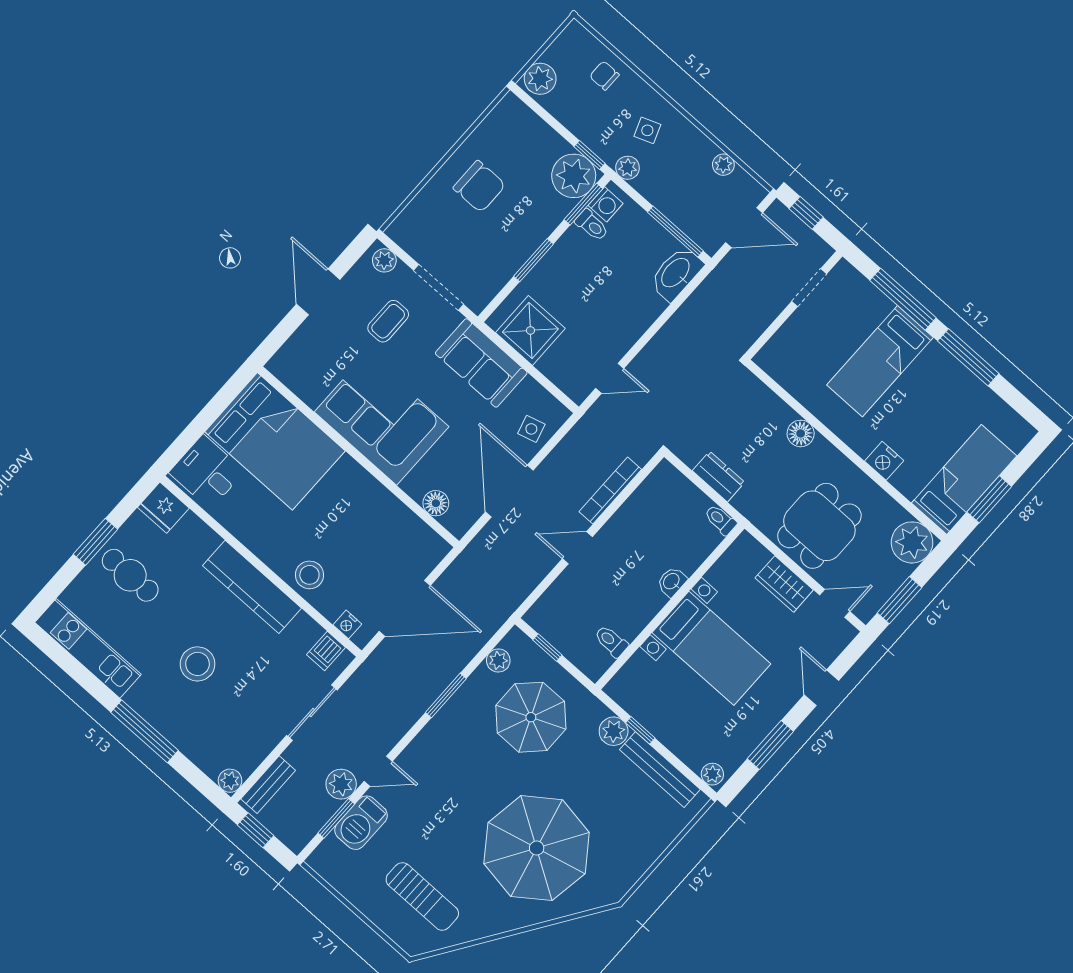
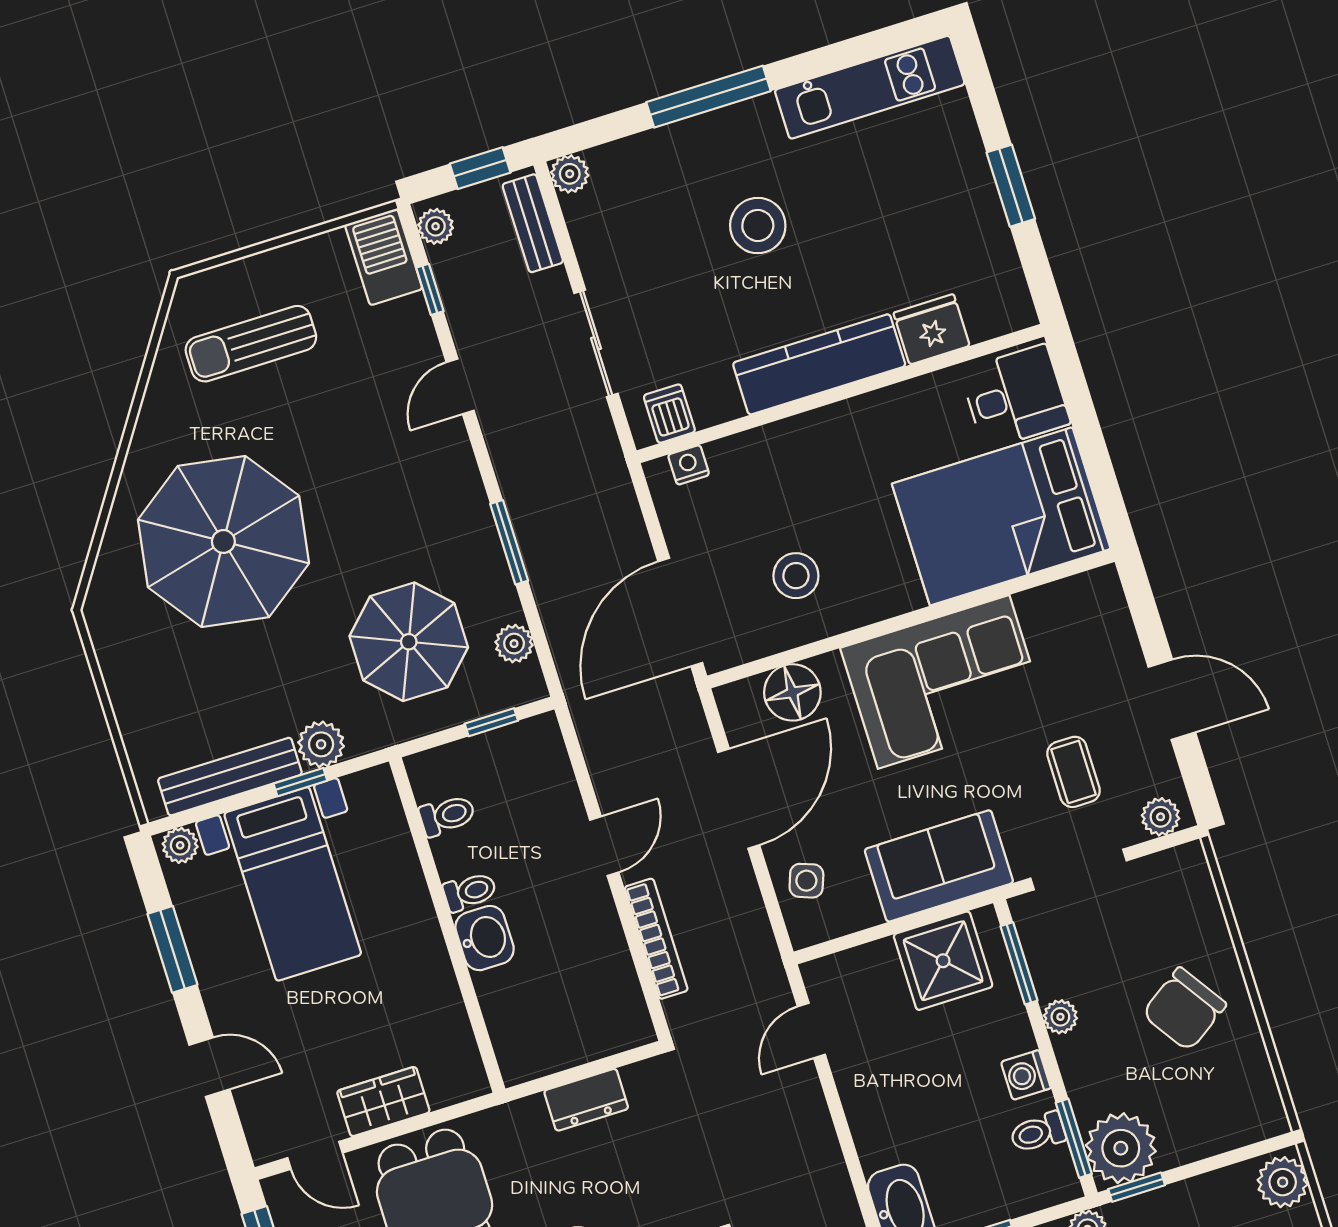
chair: (479, 186) -> (1184, 1009), turned -34
washing machine: (606, 204) -> (1026, 1075), moved
plant: (523, 250) -> (1060, 1017), added
window: (534, 260) -> (1019, 963), moved
side table: (531, 429) -> (806, 881), turned 36
door: (509, 491) -> (739, 799), hinge flipped
floor lamp: (436, 503) -> (792, 692), width x1.38, depth x1.38
fridge: (163, 508) -> (932, 329), moved
toilet: (720, 520) -> (470, 892), moved
cafe table: (130, 575) -> (936, 206), removed
stool: (309, 575) -> (796, 576), moved
washbasin: (672, 582) -> (485, 938), width x1.38, depth x1.45
door: (835, 603) -> (315, 1155), hinge flipped
door: (405, 608) -> (680, 612), moved
bed with nightstands: (711, 648) -> (293, 884), moved, turned -90
plant: (341, 784) -> (436, 226), moved, width x0.73, depth x0.73
window: (336, 818) -> (430, 289), width x0.67
barbecue: (361, 823) -> (384, 257), moved

